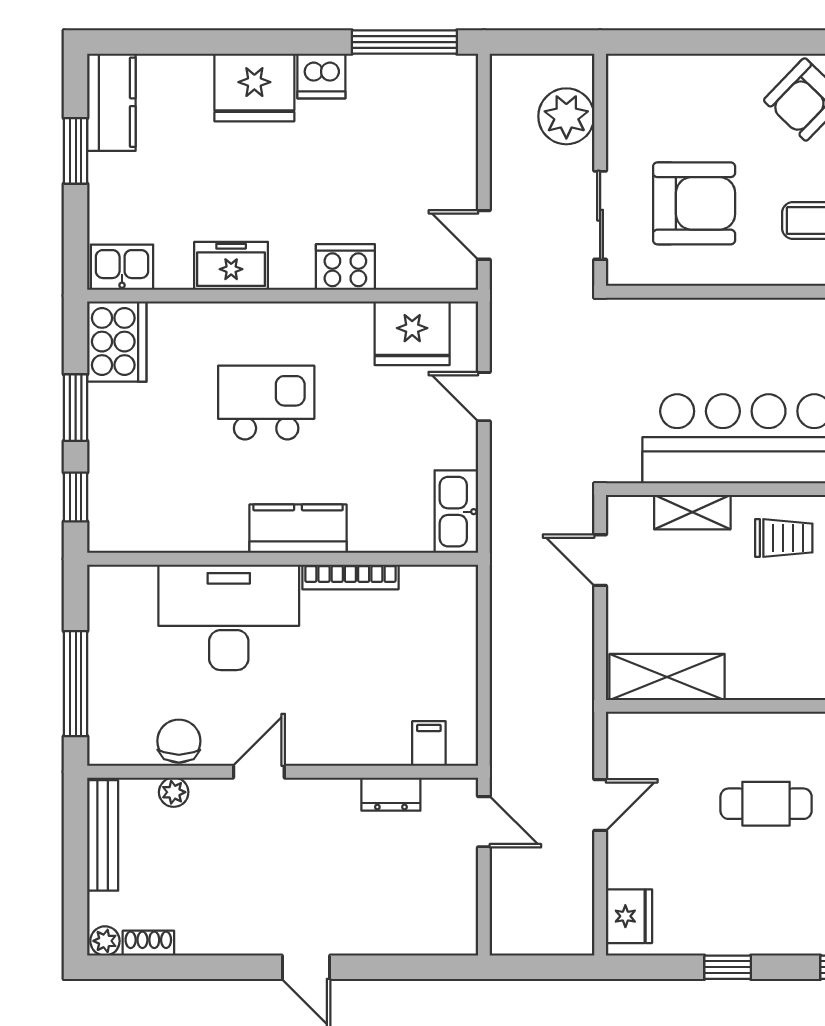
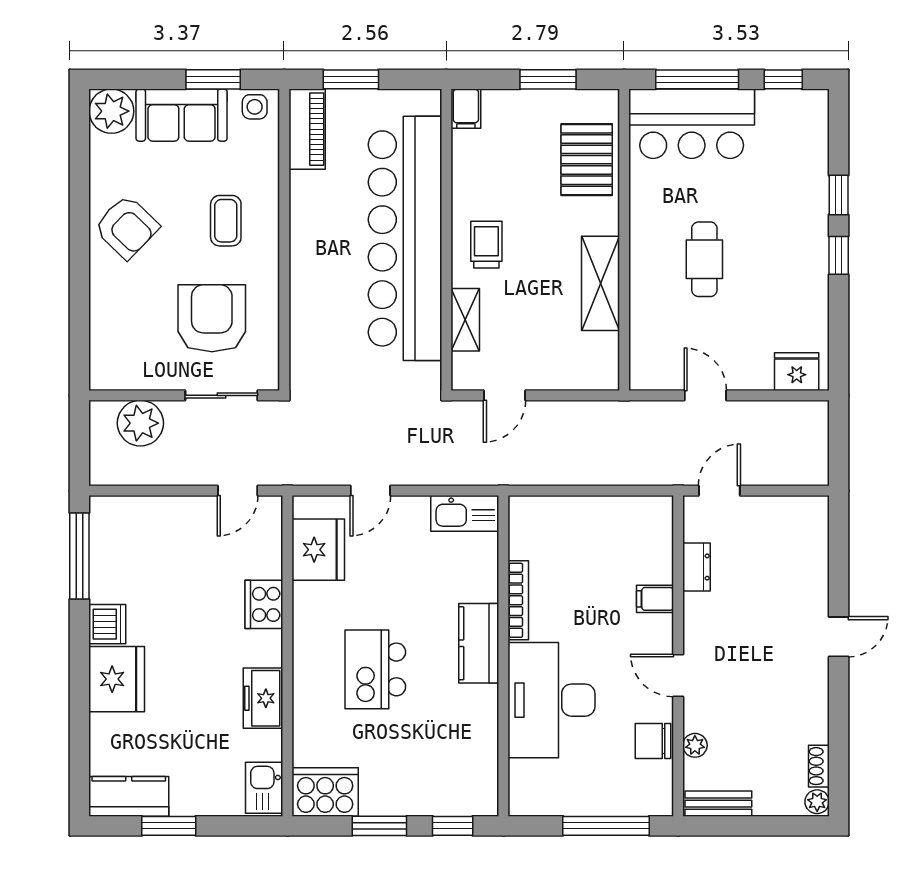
shelving: (667, 677) -> (600, 283), moved
filing cabinet: (429, 744) -> (655, 599), moved
bench: (103, 835) -> (718, 804), width x0.73
window: (728, 967) -> (839, 255), moved

